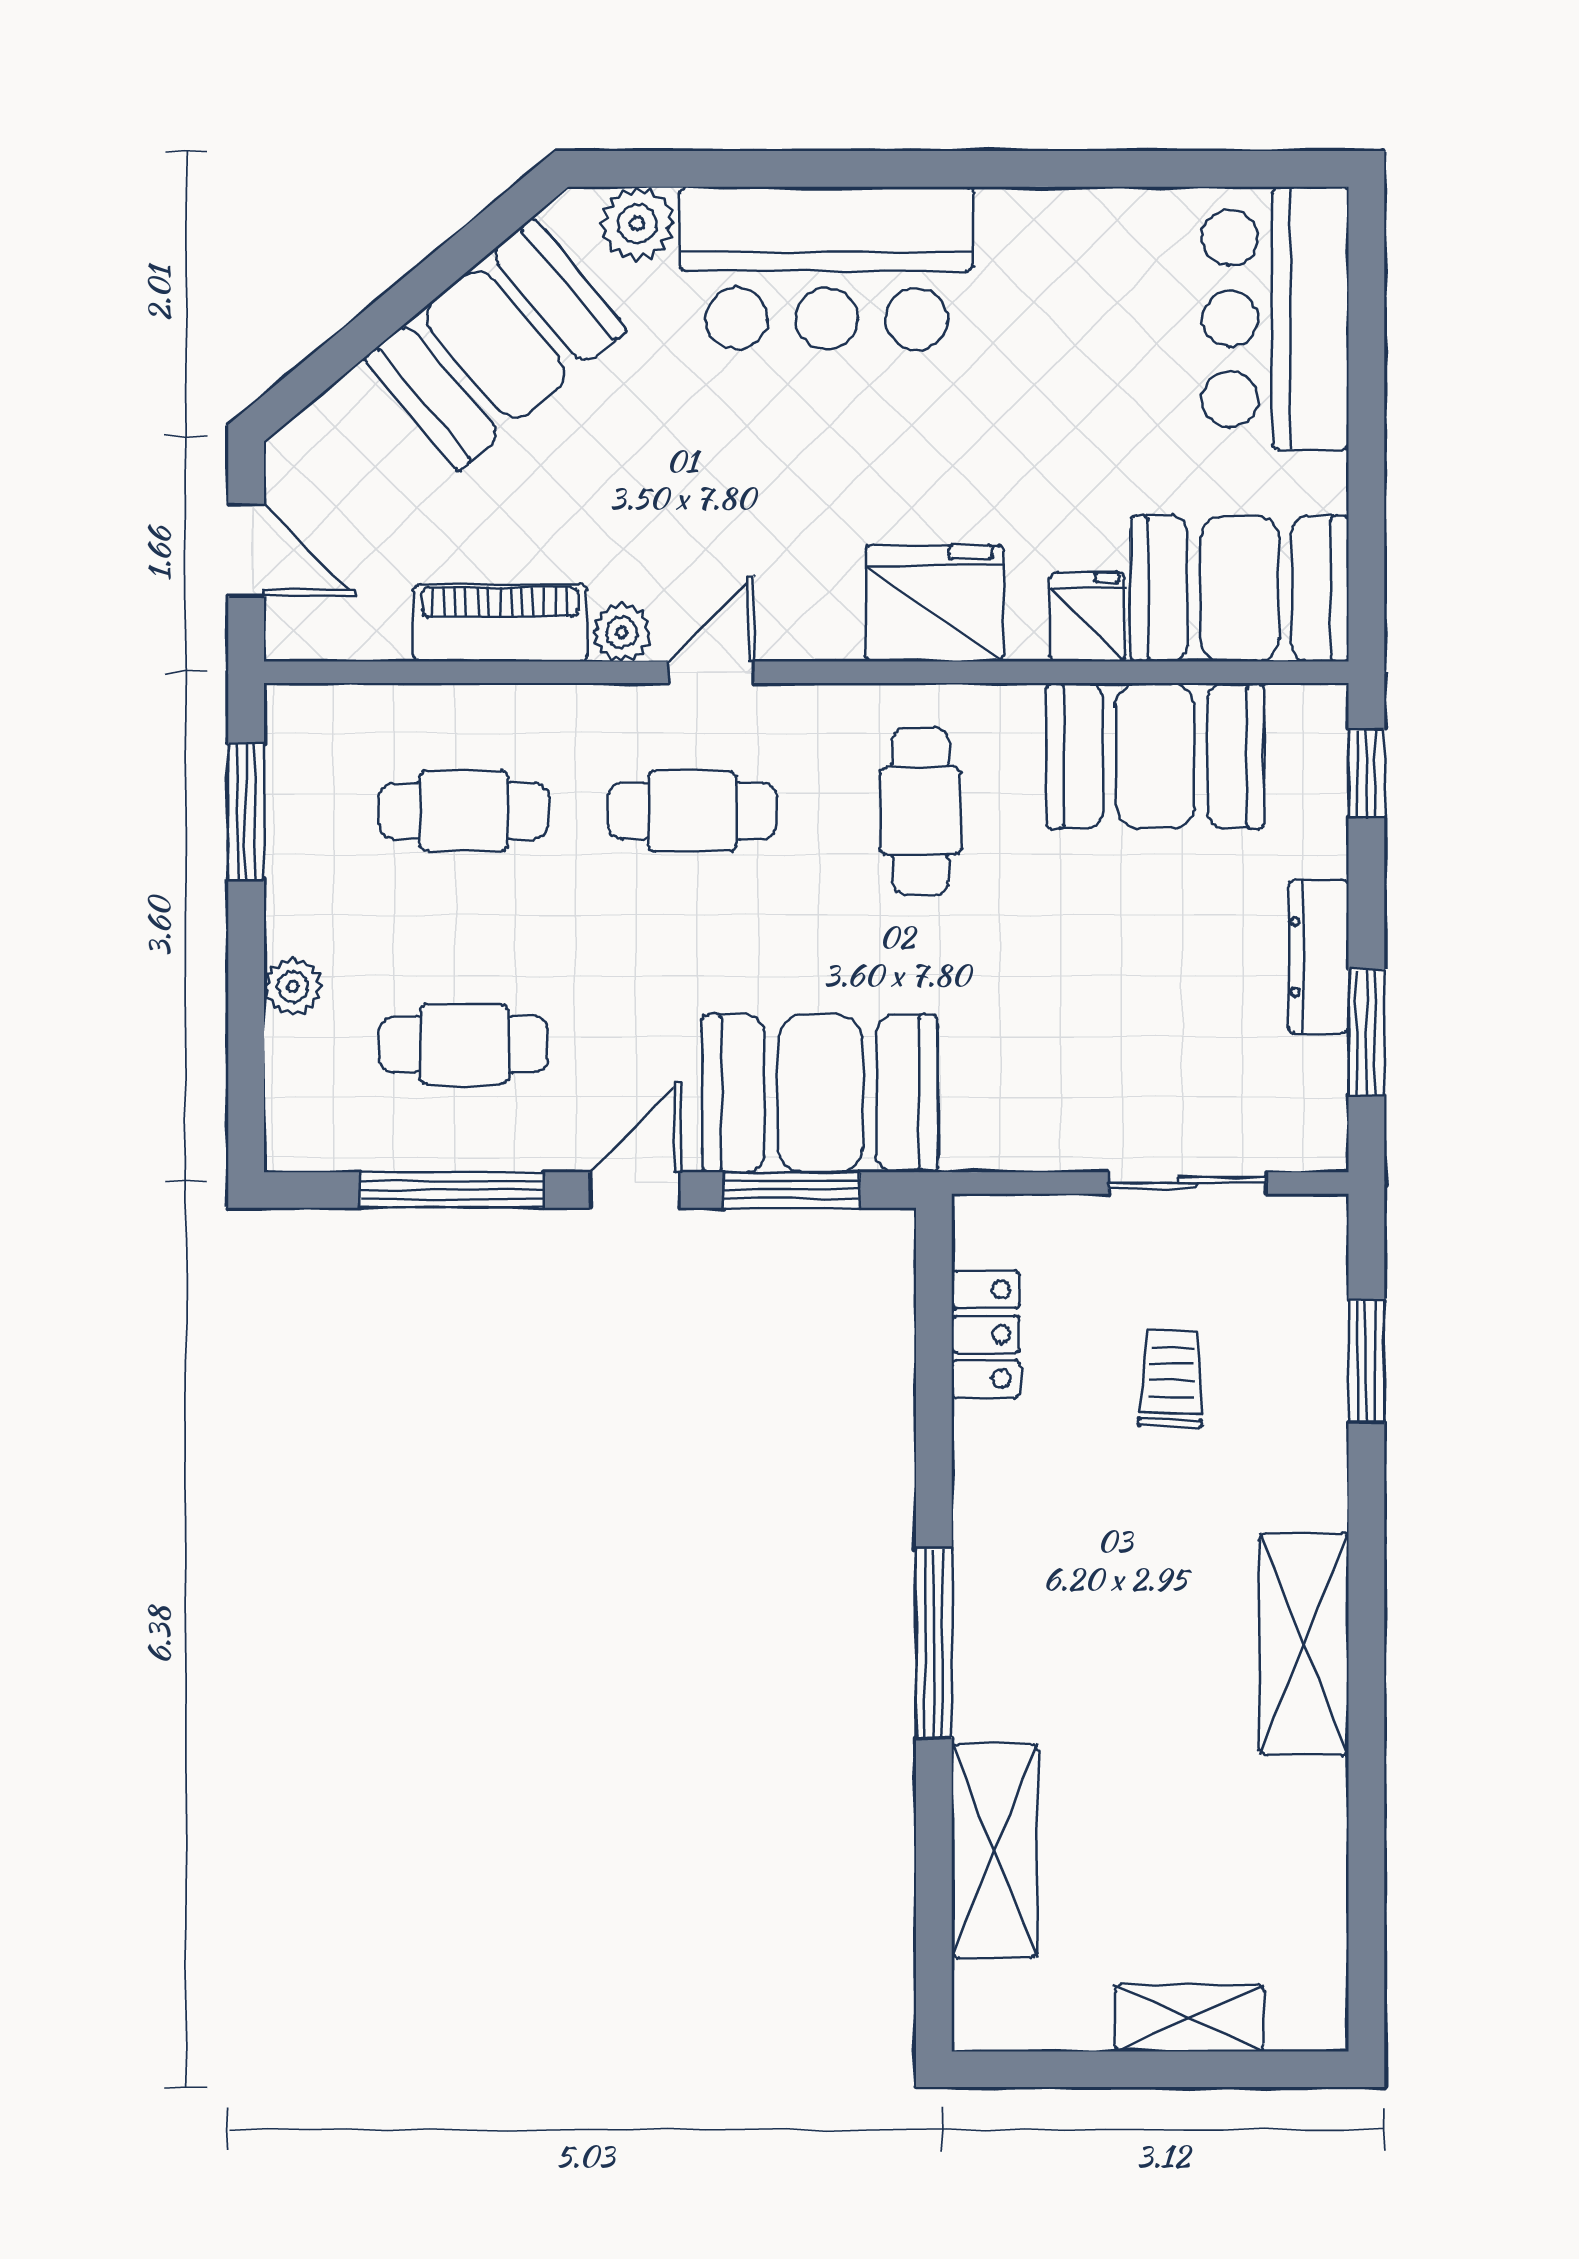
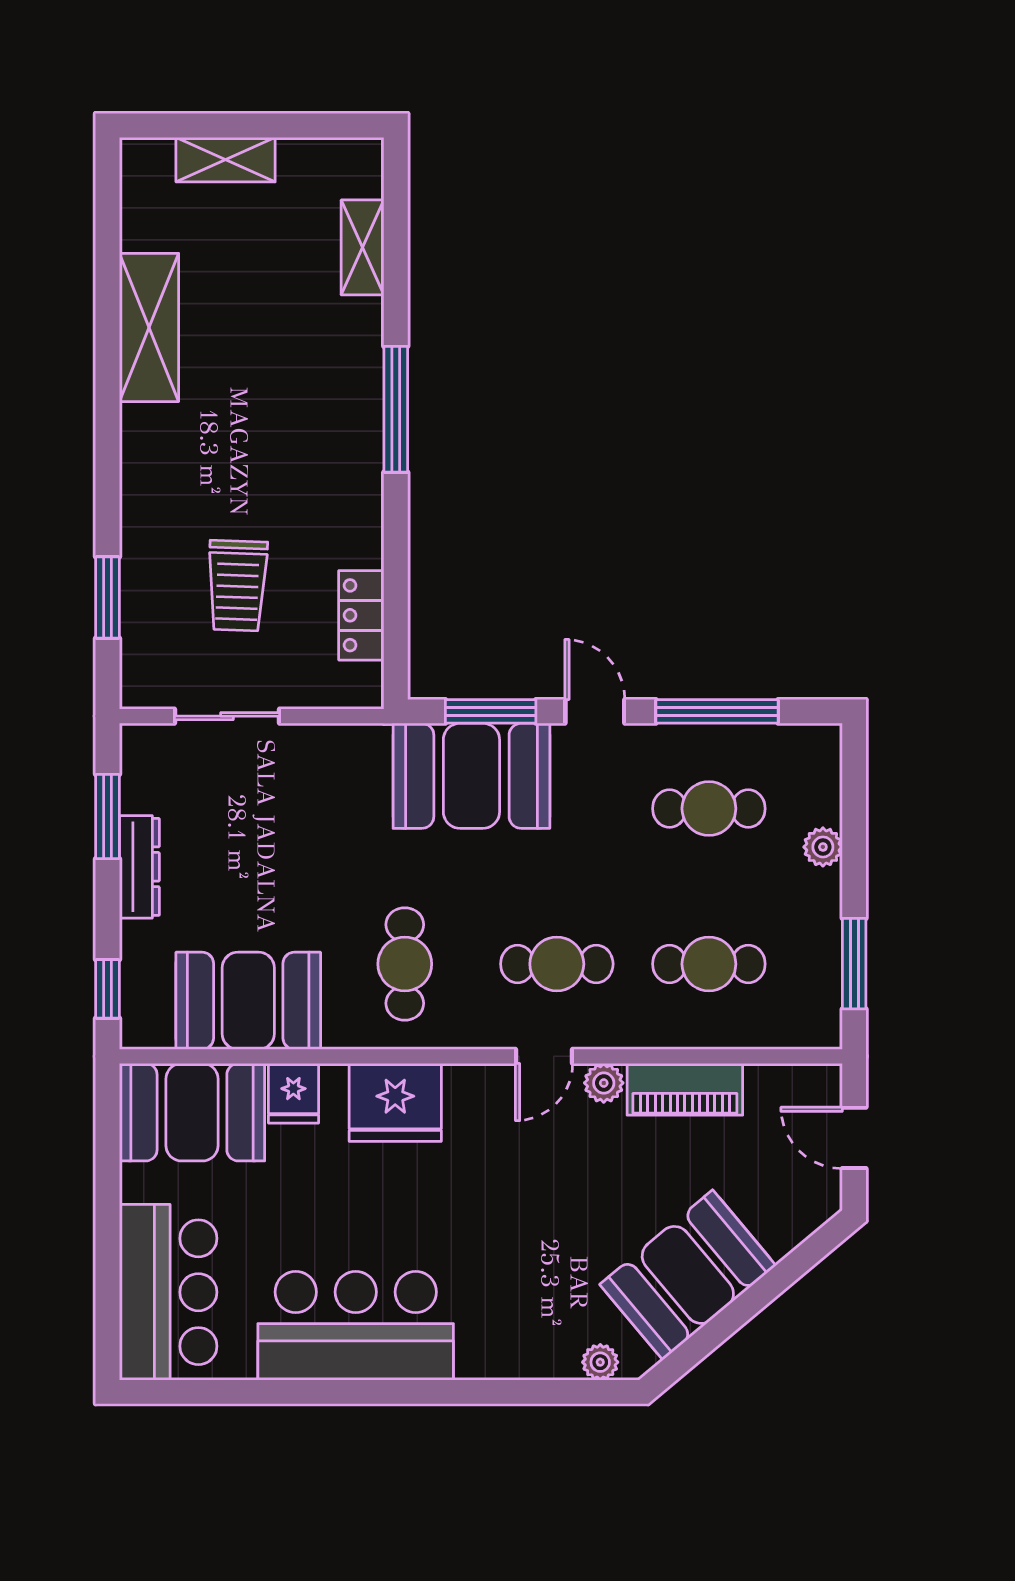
plant: (637, 223) -> (600, 1362), width x0.73, depth x0.73
bar counter: (827, 268) -> (356, 1326), moved
door: (635, 1190) -> (595, 711), swing flipped
trolley: (1172, 1379) -> (237, 586), width x1.36, depth x1.39
shelving: (1304, 1644) -> (149, 327), moved
shelving: (994, 1851) -> (363, 247), width x0.67, depth x0.75

